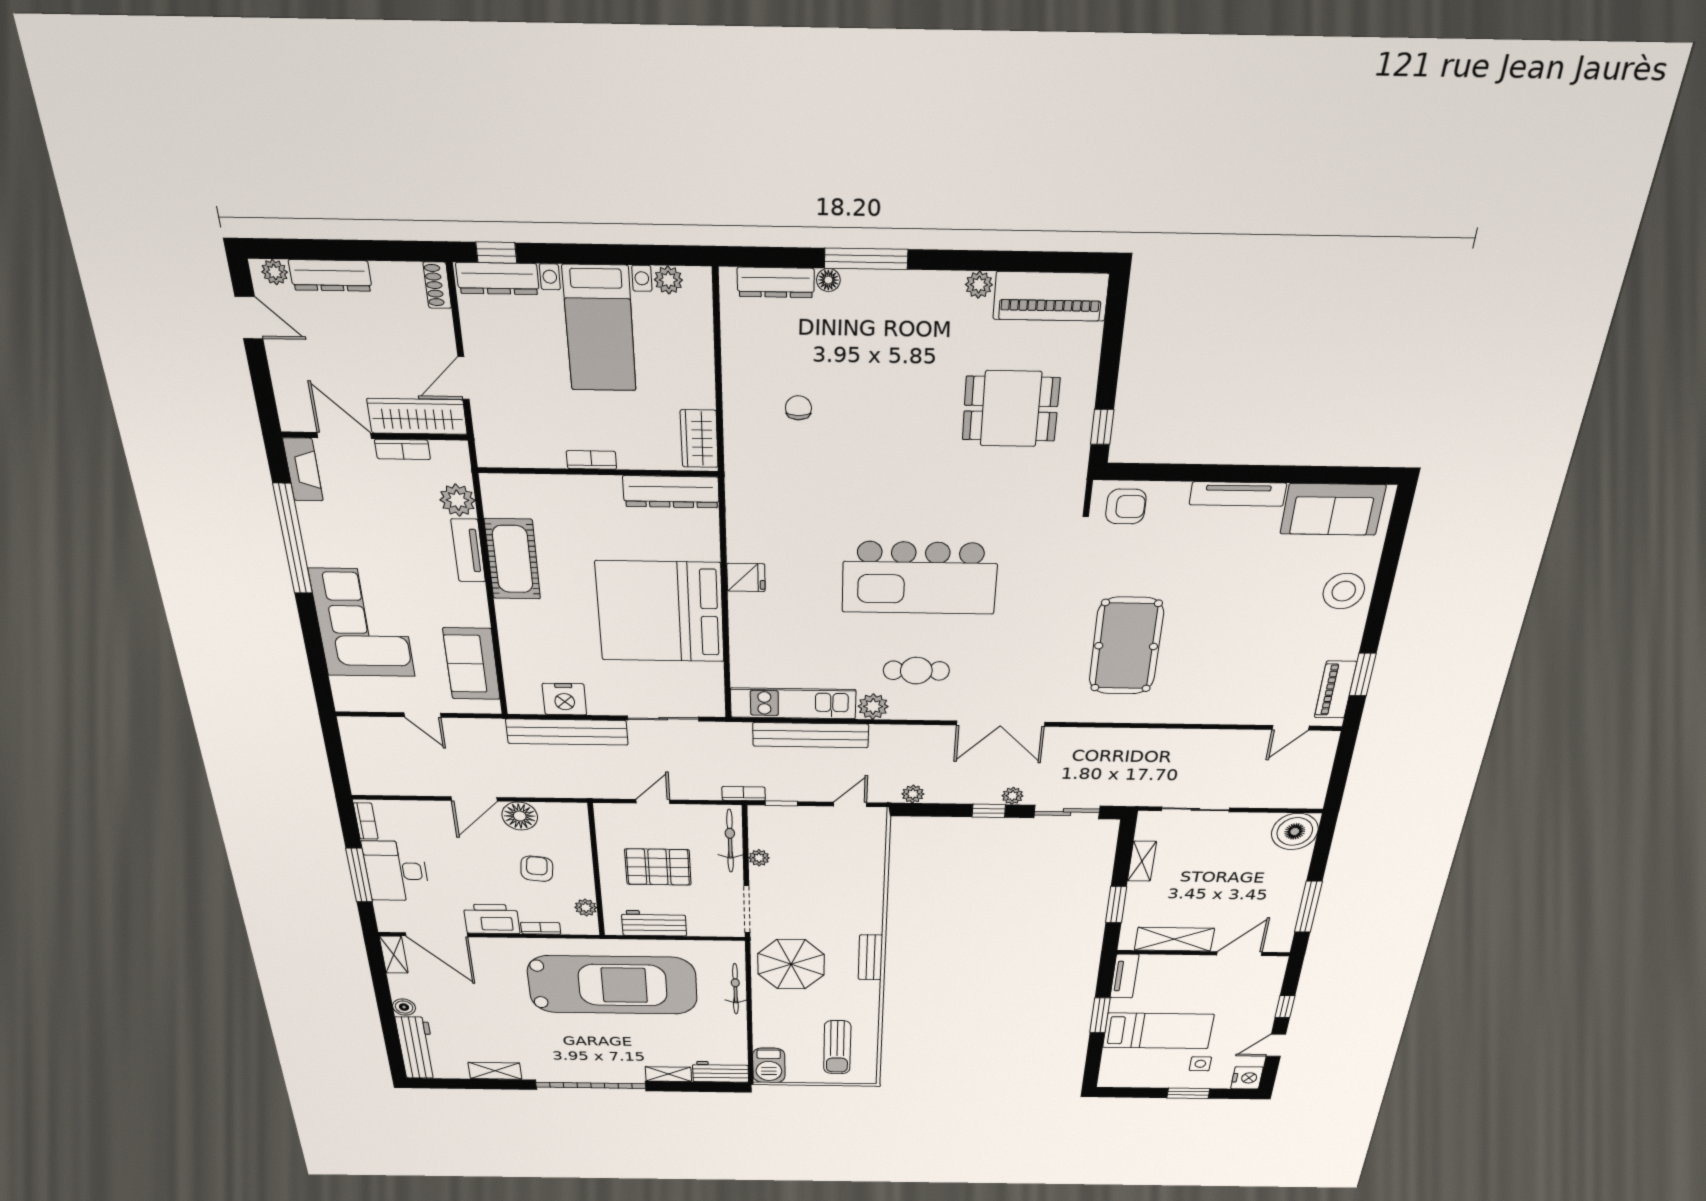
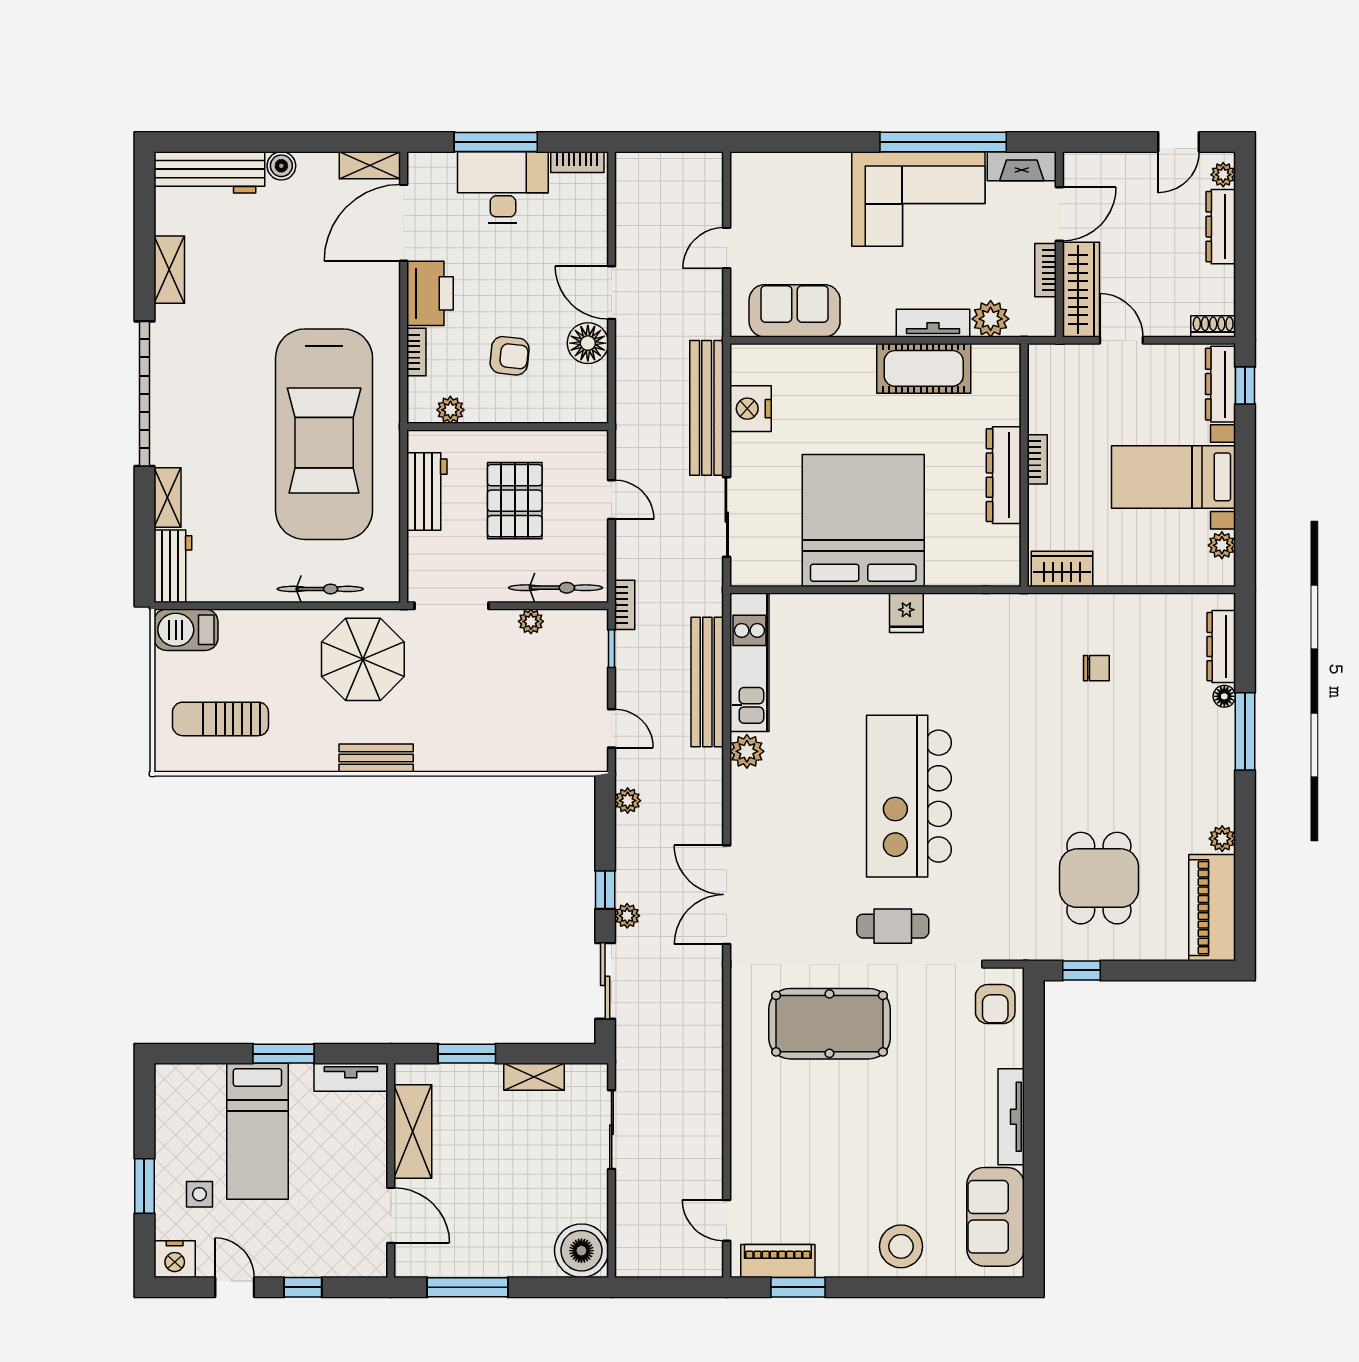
dresser: (671, 492) -> (1004, 475), moved
corner sofa: (362, 623) -> (918, 199), moved
cafe table: (916, 671) -> (893, 926), moved, turned 90

